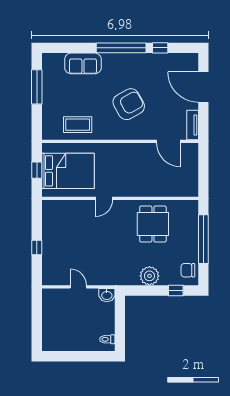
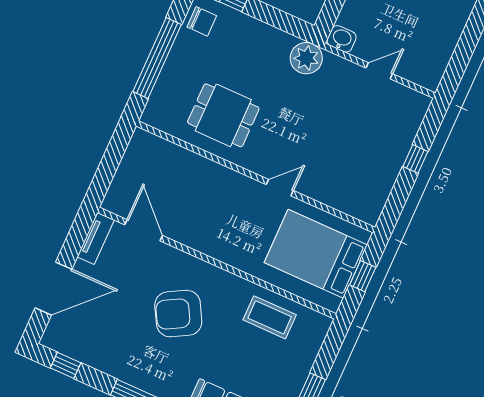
window: (160, 48) -> (66, 365), moved
door: (203, 87) -> (53, 289), hinge flipped
dining table: (153, 224) -> (223, 115), turned 90
plant: (149, 276) -> (306, 58), moved
door: (78, 287) -> (379, 71), swing flipped

